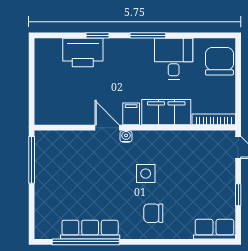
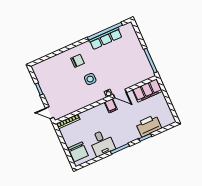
filing cabinet: (166, 112) -> (147, 90), moved
row of seats: (214, 229) -> (43, 66), removed

